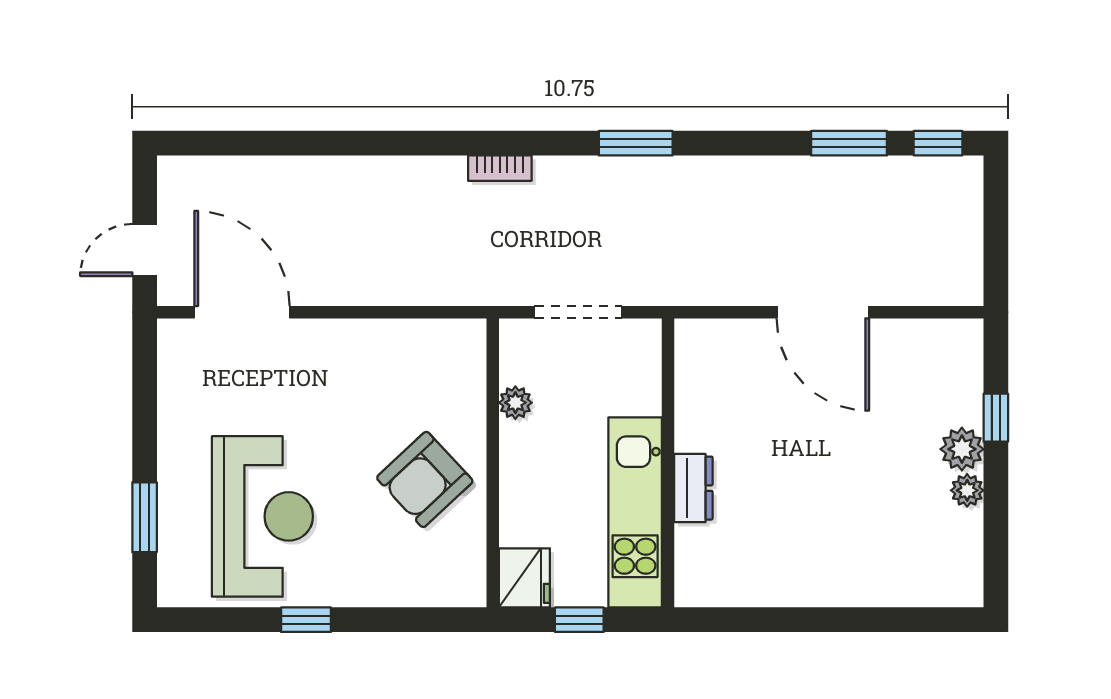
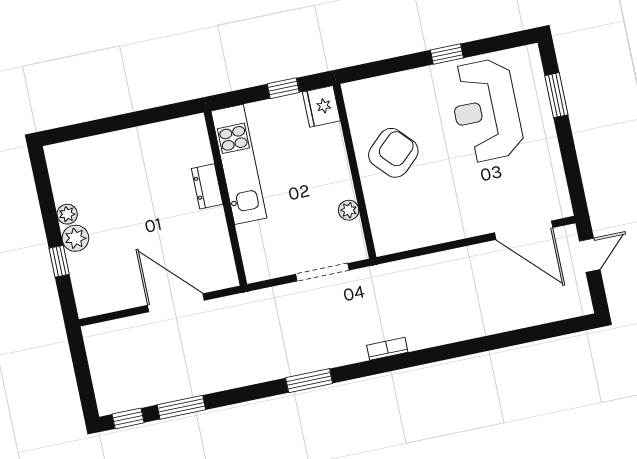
wall: (668, 463) -> (225, 198), moved
dresser: (693, 488) -> (207, 186), moved
kitchen unit: (635, 512) -> (239, 164), moved

